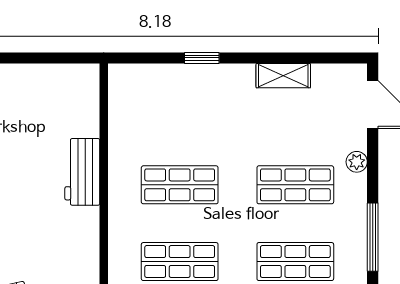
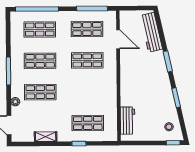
workbench: (82, 172) -> (128, 121), moved
shop shelf: (180, 185) -> (88, 123), moved

